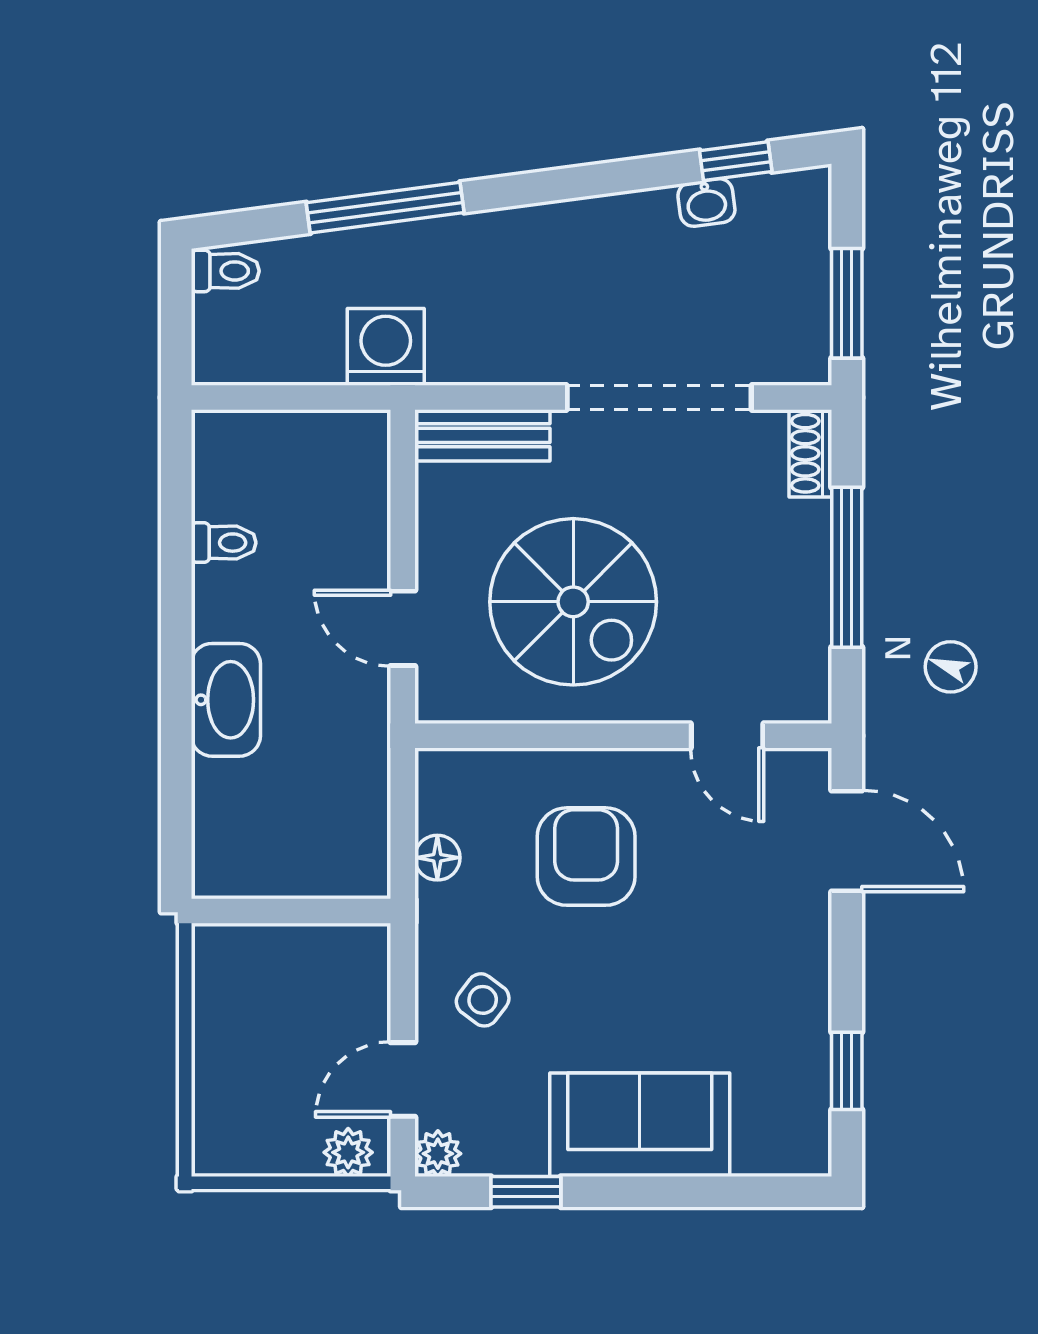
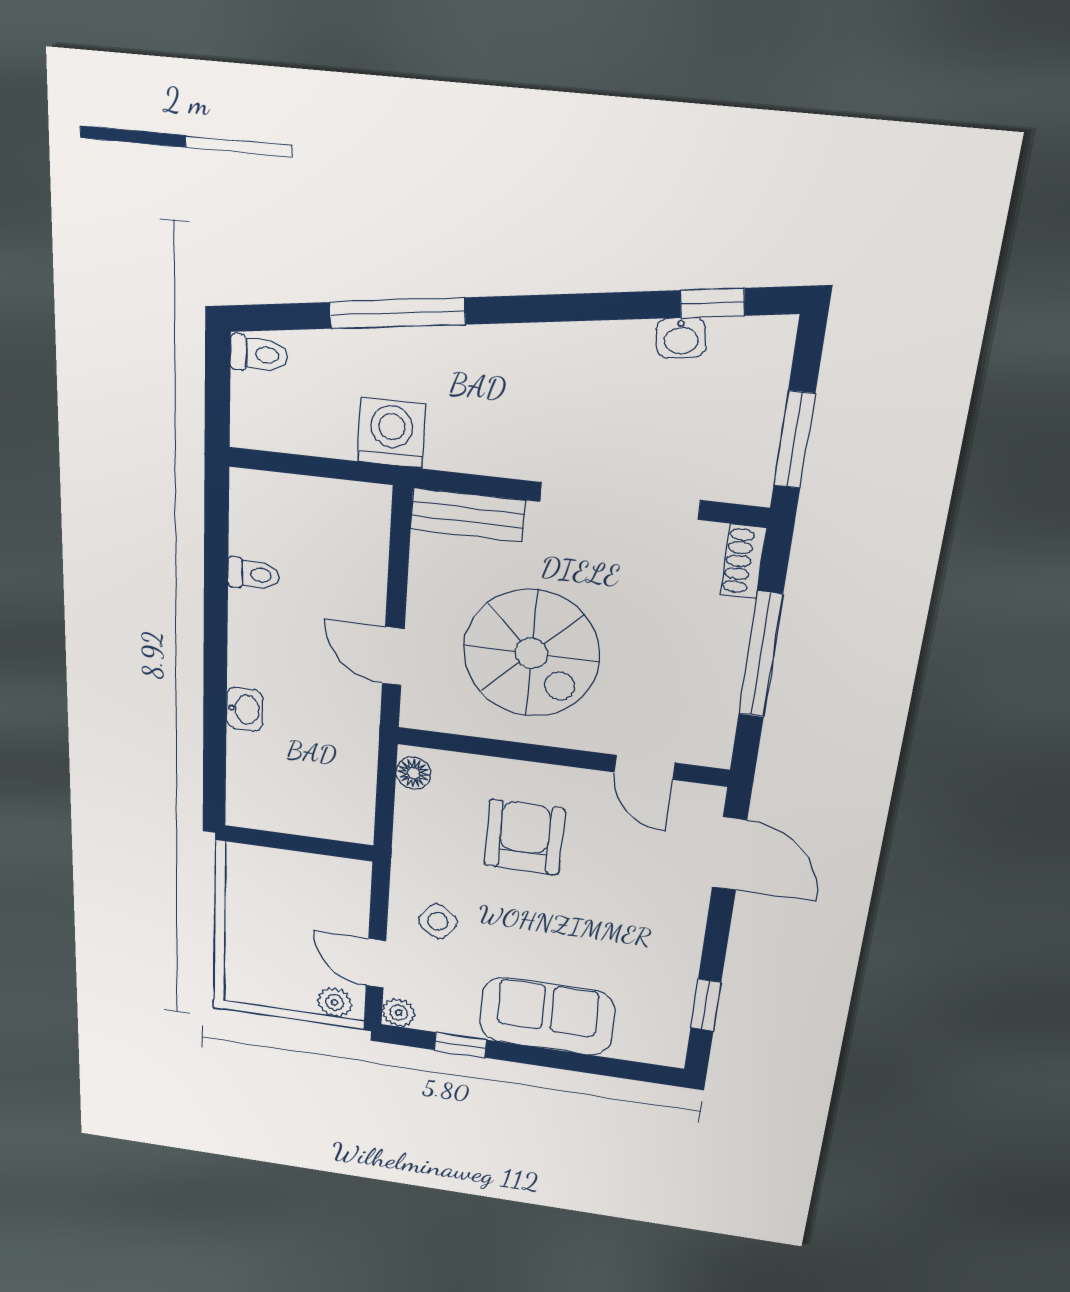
washbasin: (226, 700) -> (245, 709), width x0.52, depth x0.69
floor lamp: (437, 858) -> (414, 773), moved
door: (403, 1079) -> (376, 963), hinge flipped

